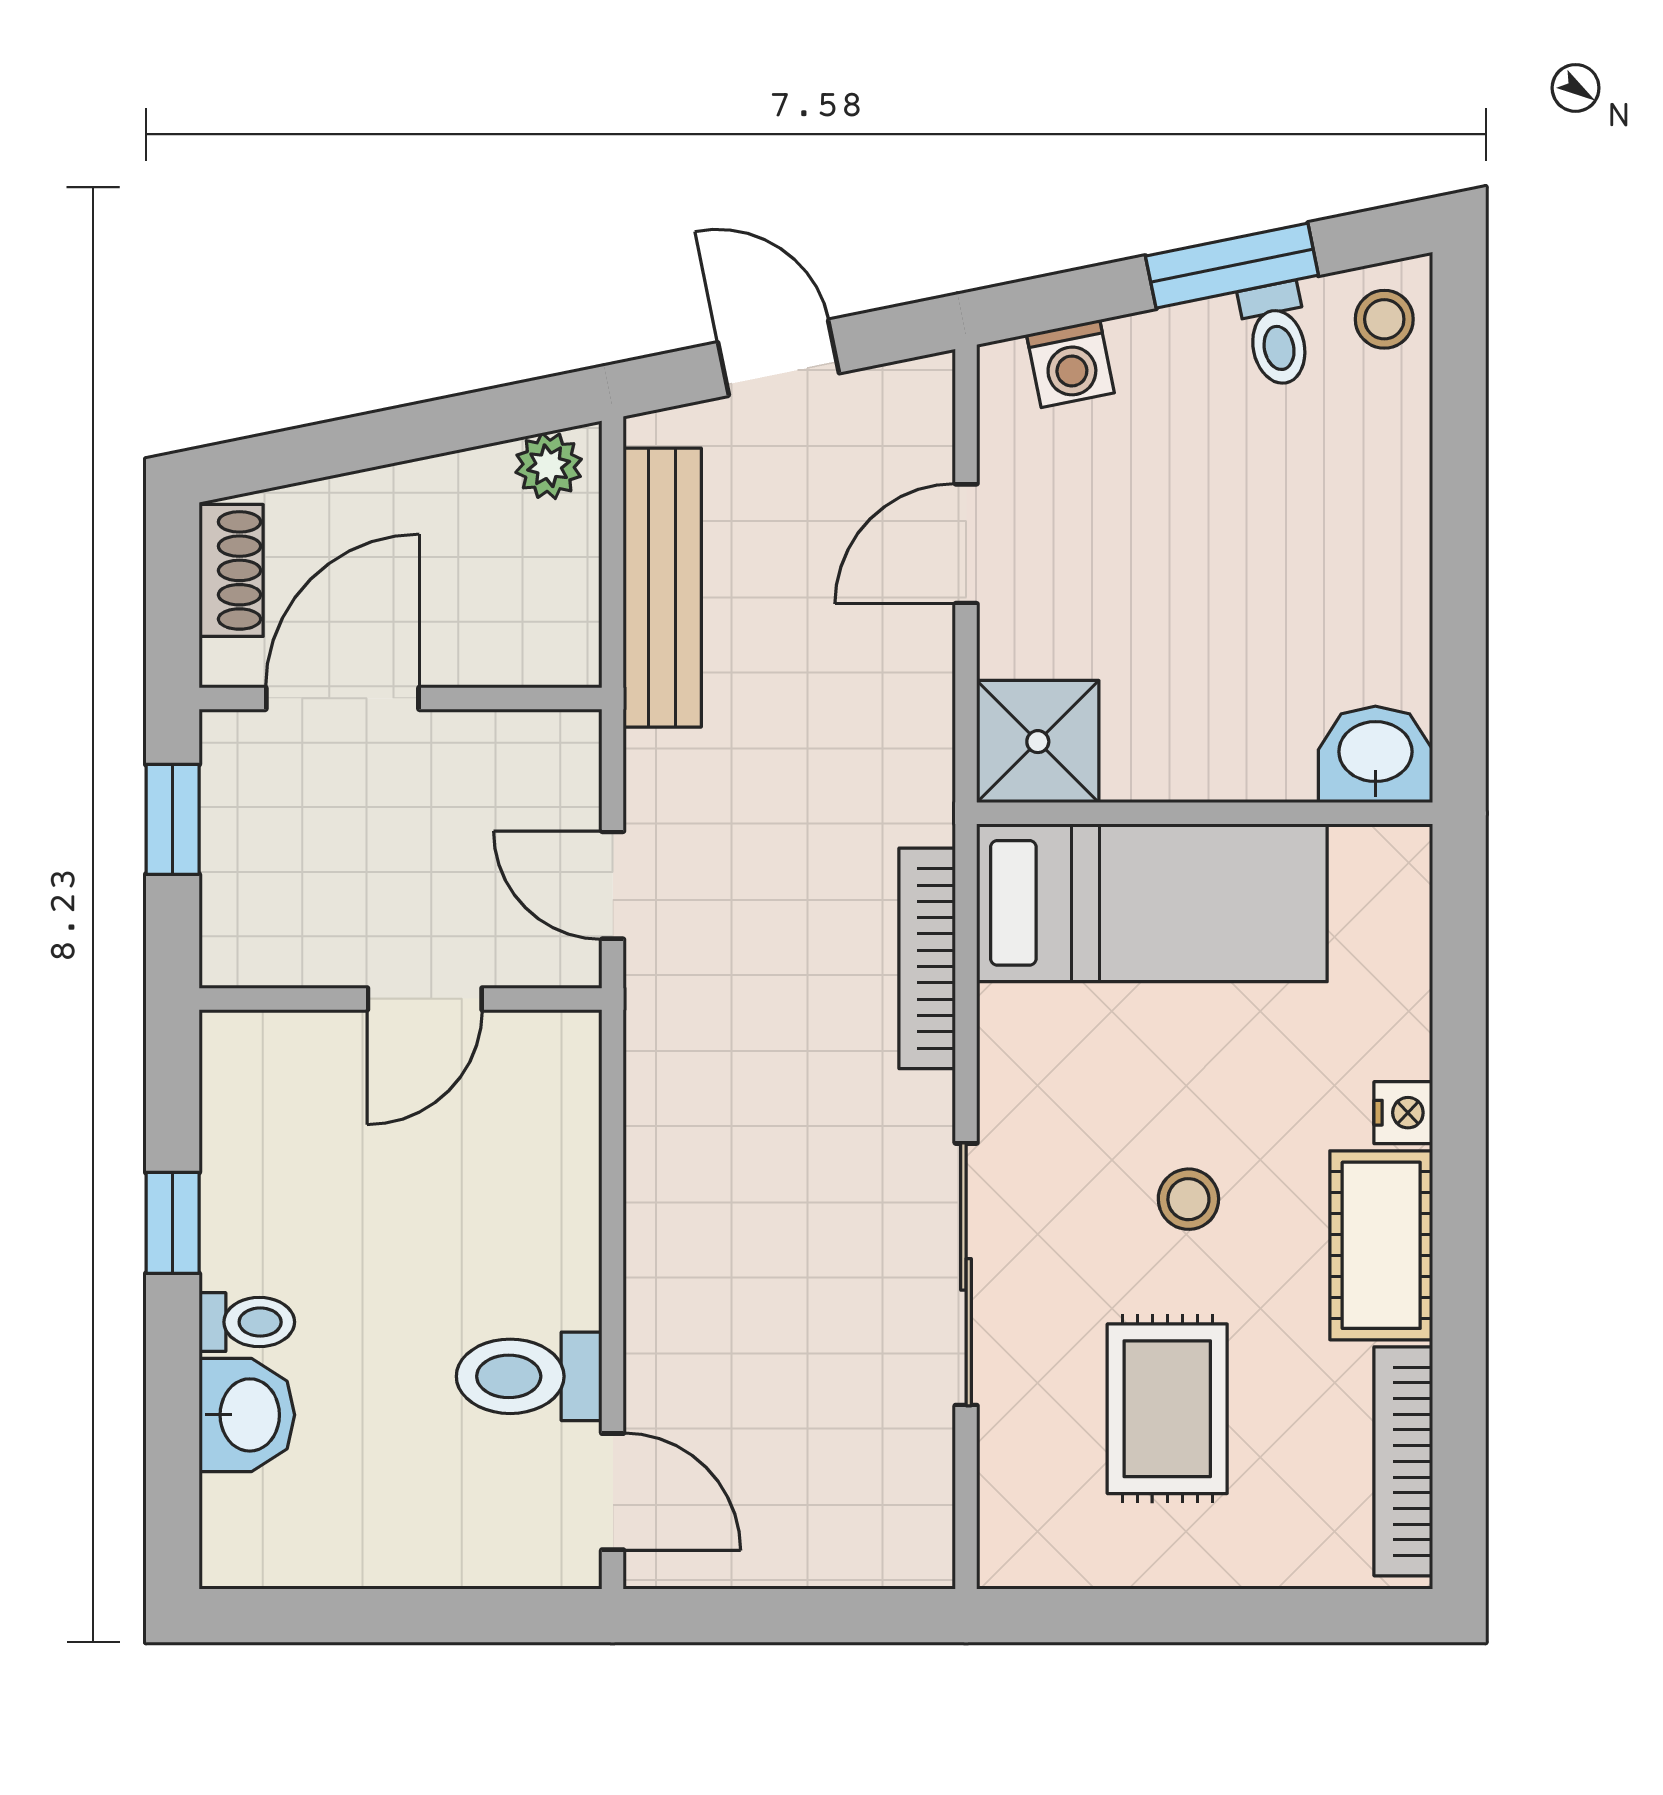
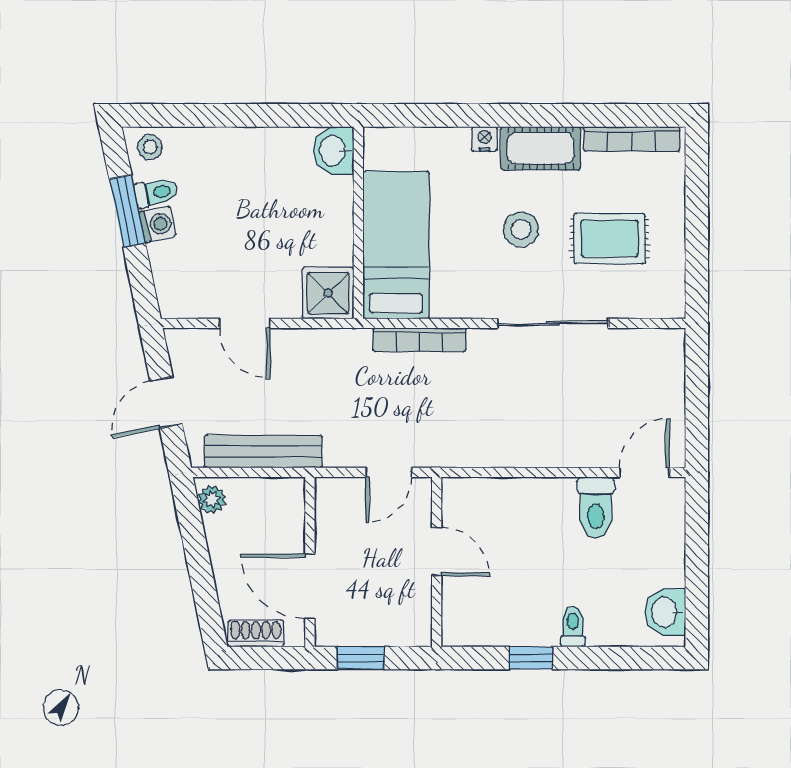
washing machine: (1070, 364) -> (157, 224), moved
stool: (1188, 1199) -> (521, 230), width x1.37, depth x1.37
washbasin: (247, 1415) -> (665, 612), moved, turned -90

